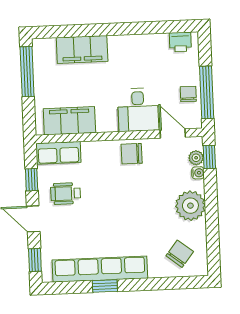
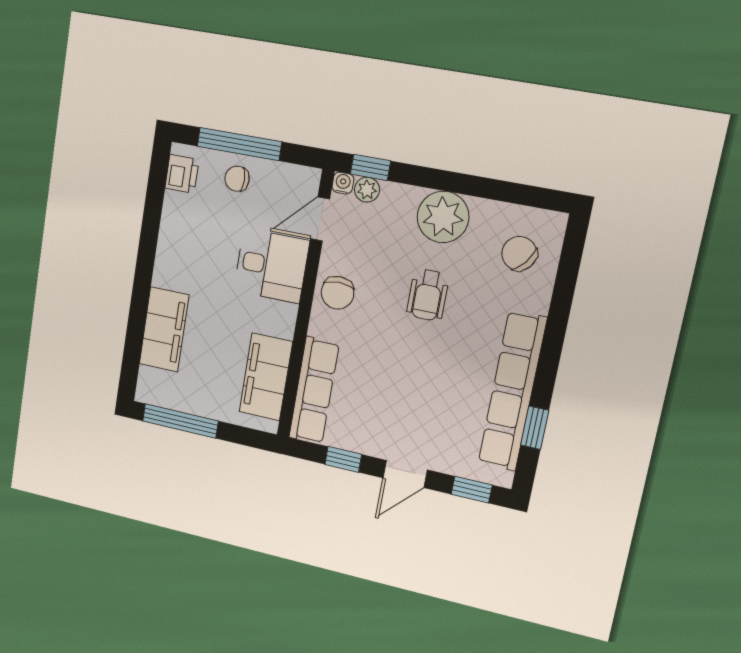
window: (207, 92) -> (239, 144), moved
chair: (188, 94) -> (237, 179), moved
row of seats: (58, 153) -> (314, 391), width x1.48
water cooler: (198, 173) -> (343, 183), moved
wheelchair: (66, 194) -> (428, 295), moved
window: (105, 286) -> (535, 428), moved

